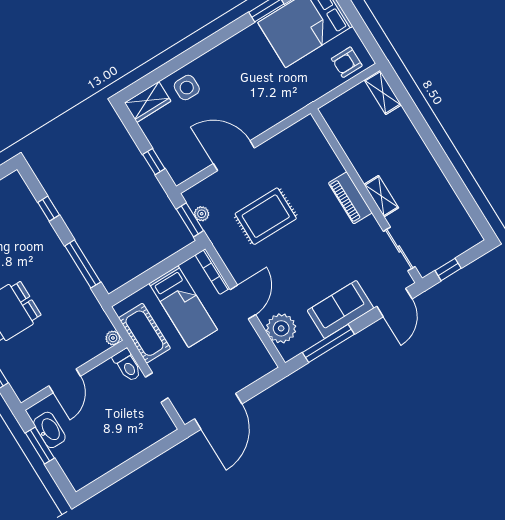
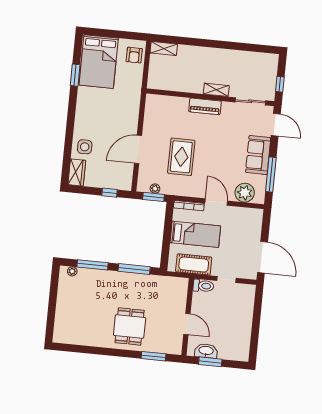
window: (49, 209) -> (93, 265), width x2.17
plant: (113, 338) -> (72, 271), moved

